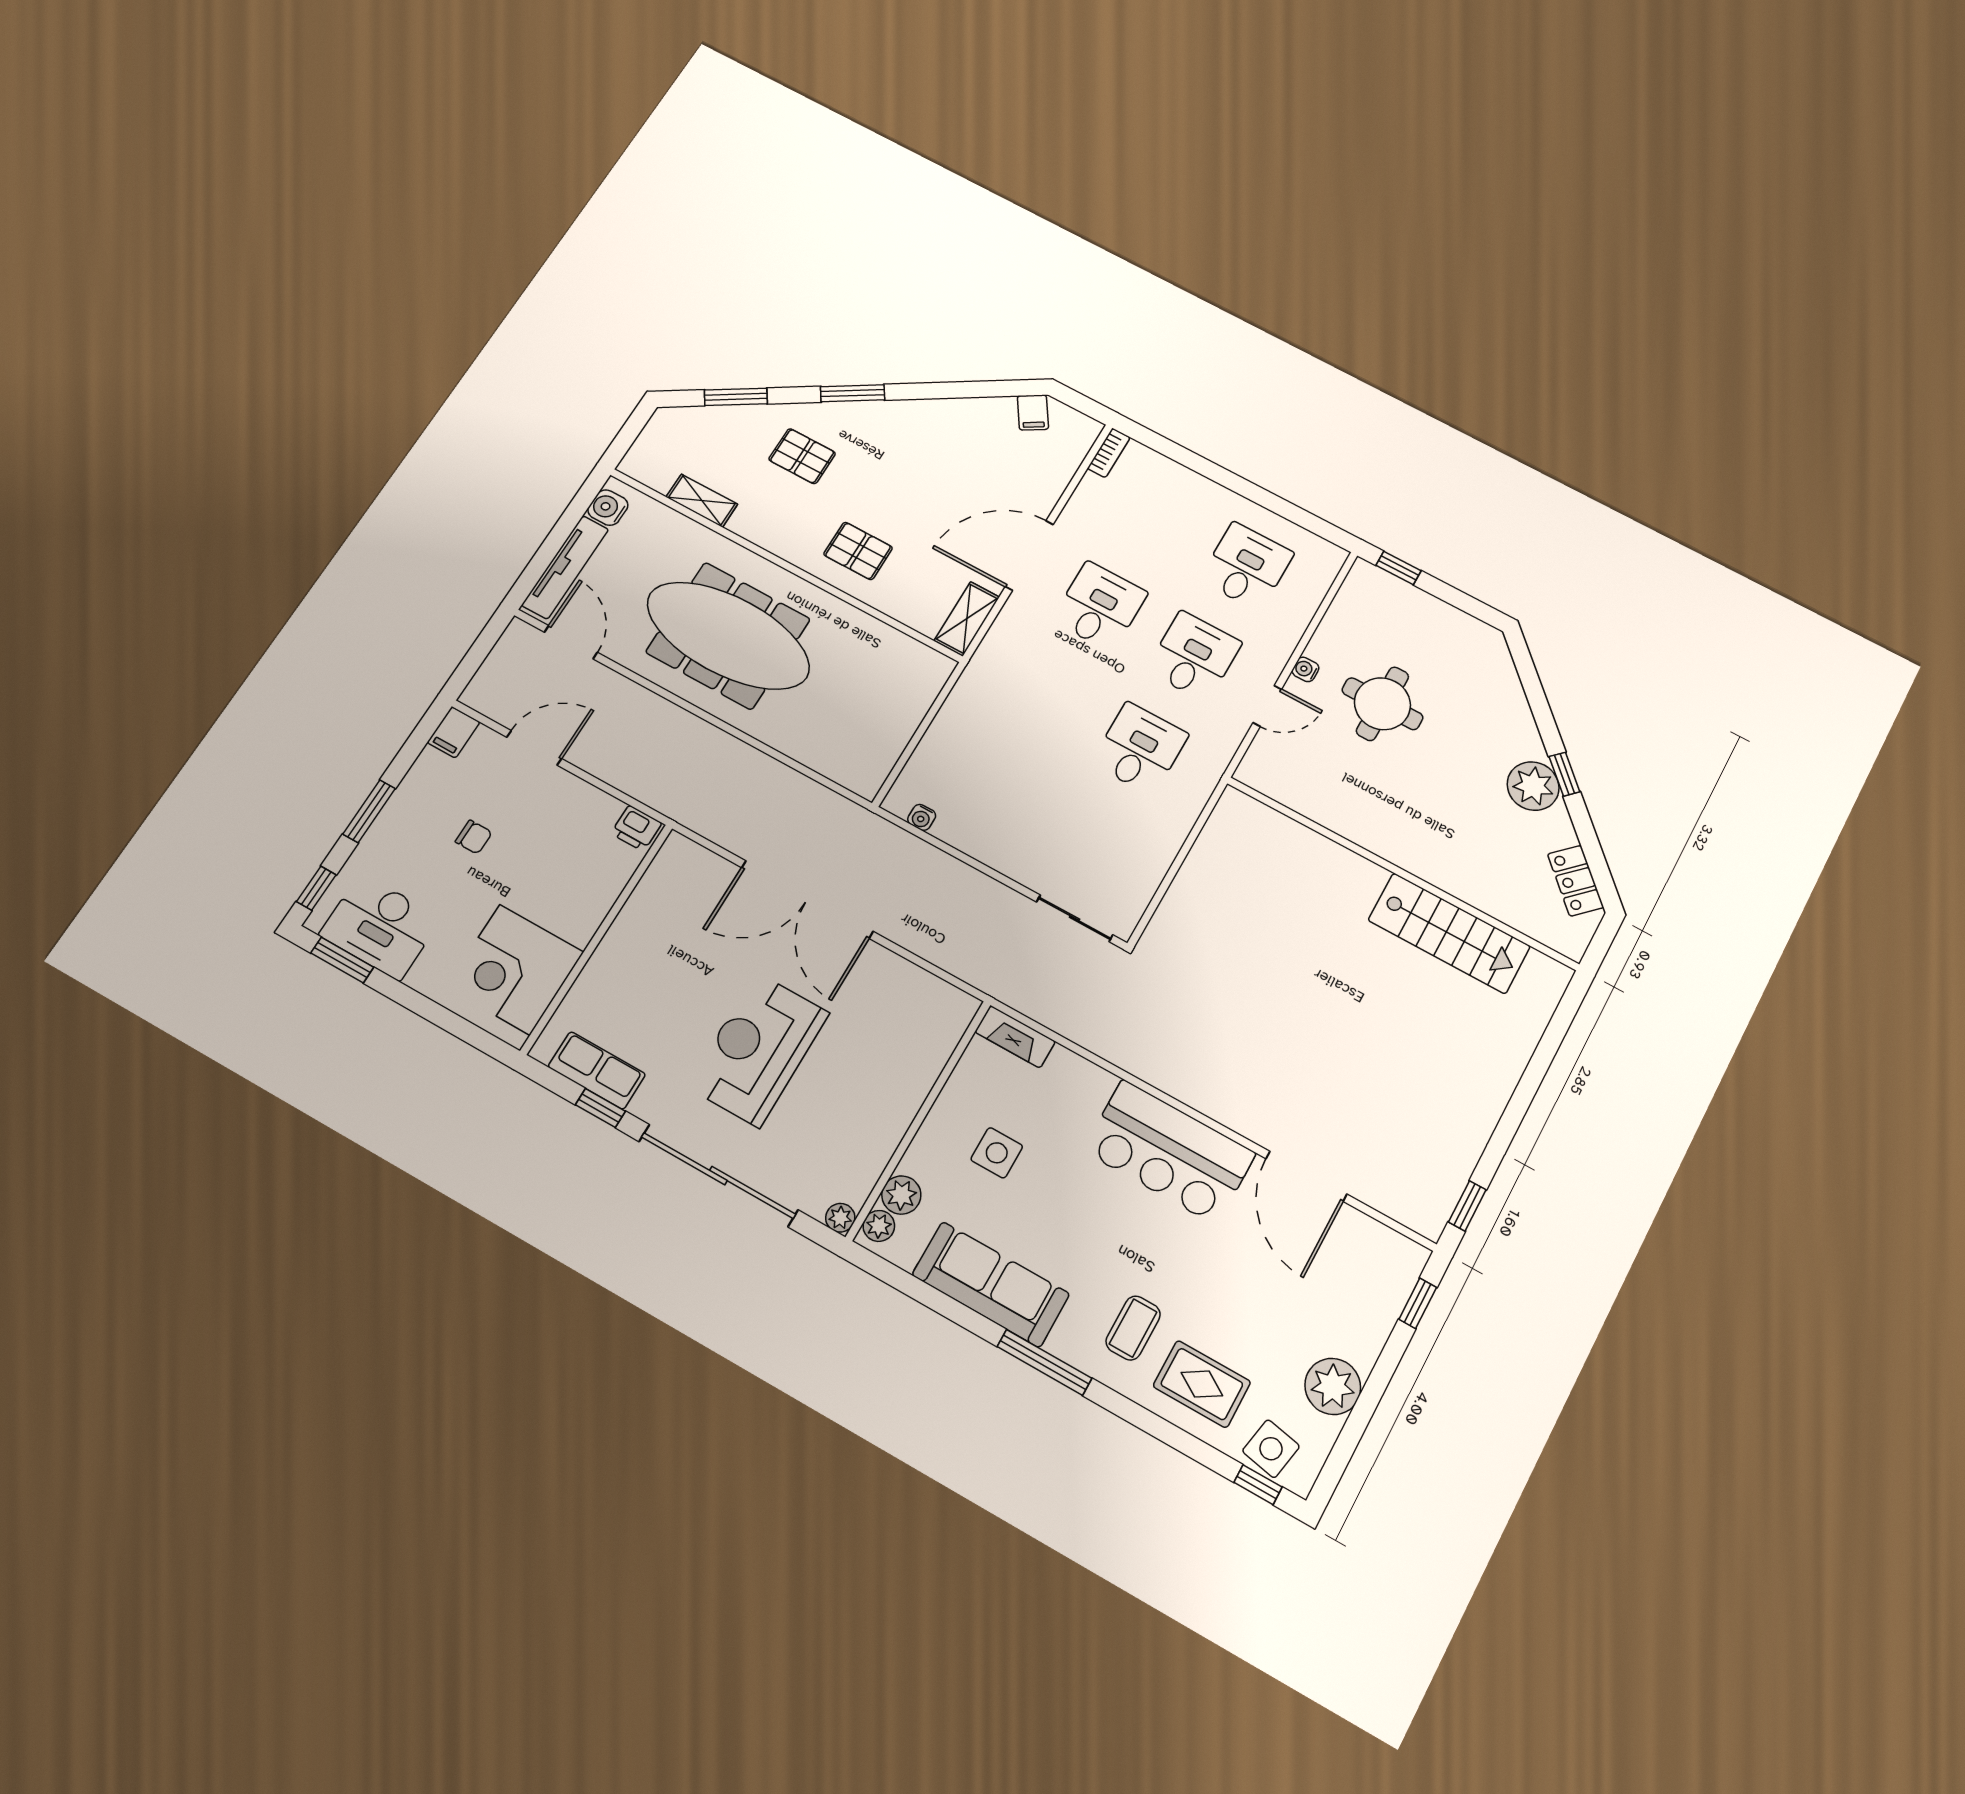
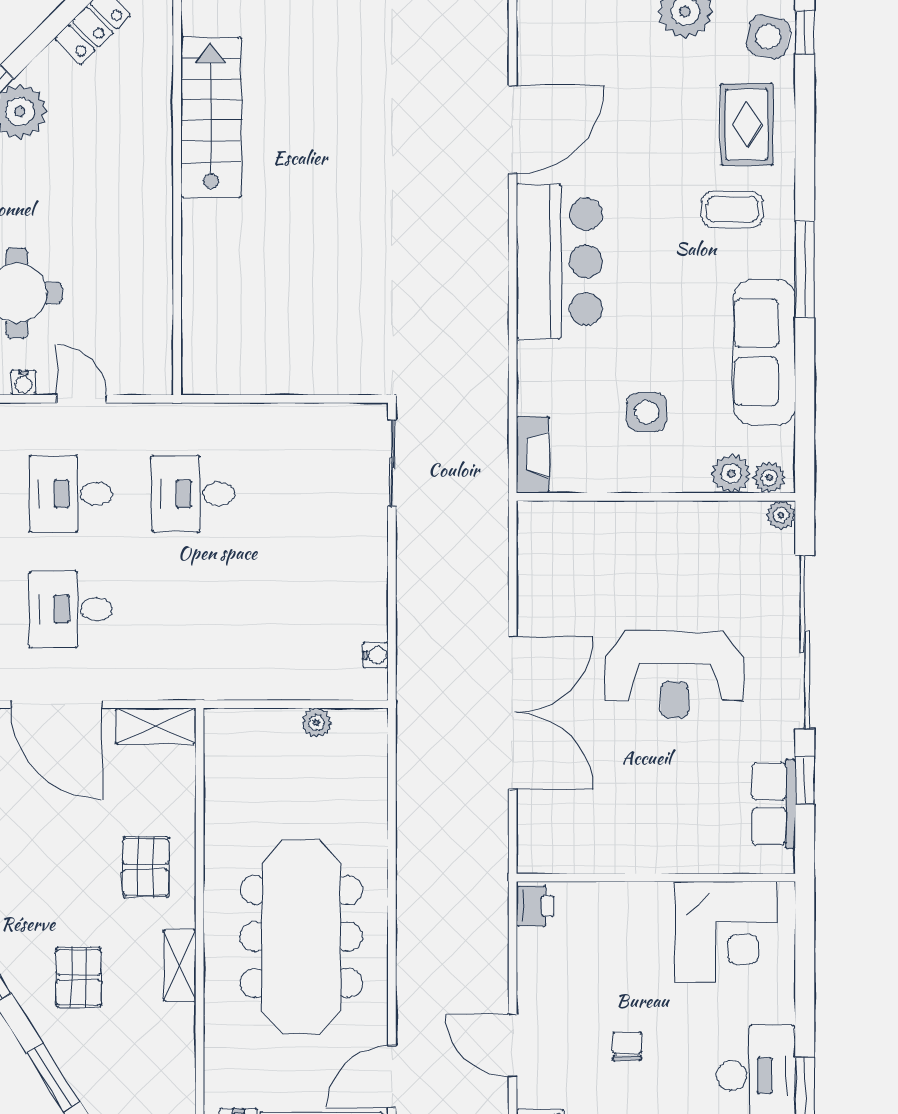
shelving: (702, 501) -> (180, 965), moved
plant: (894, 741) -> (317, 723), added

